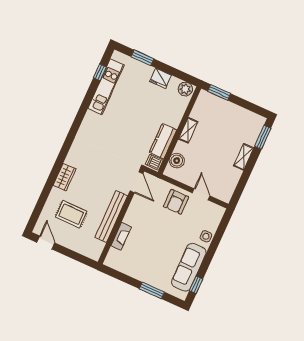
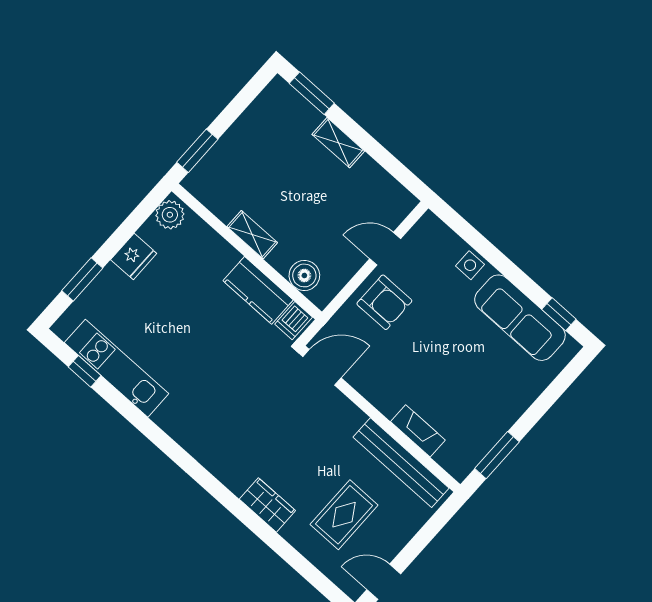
bench: (111, 216) -> (401, 463), moved
window: (152, 290) -> (497, 455), moved

